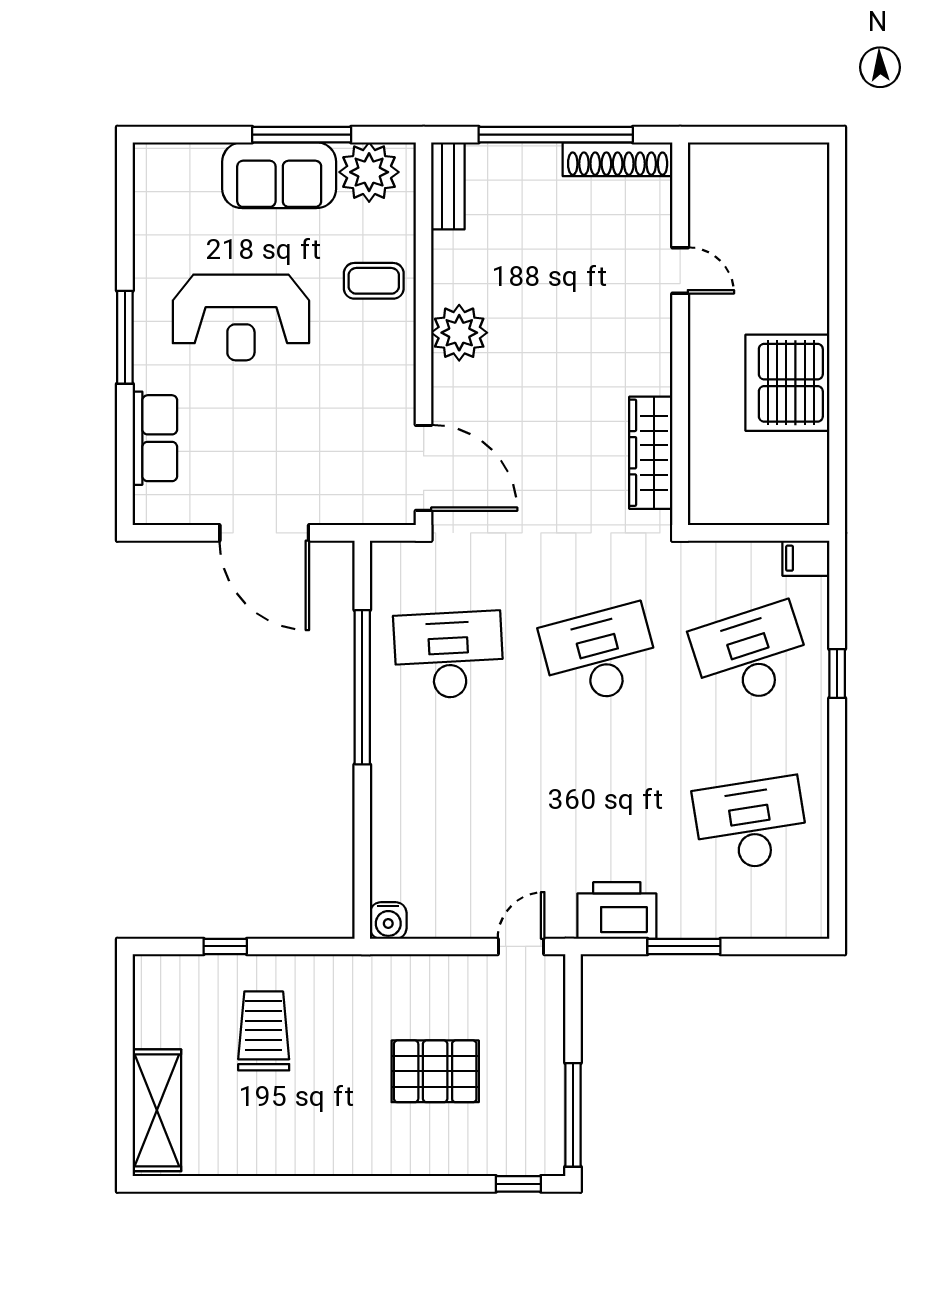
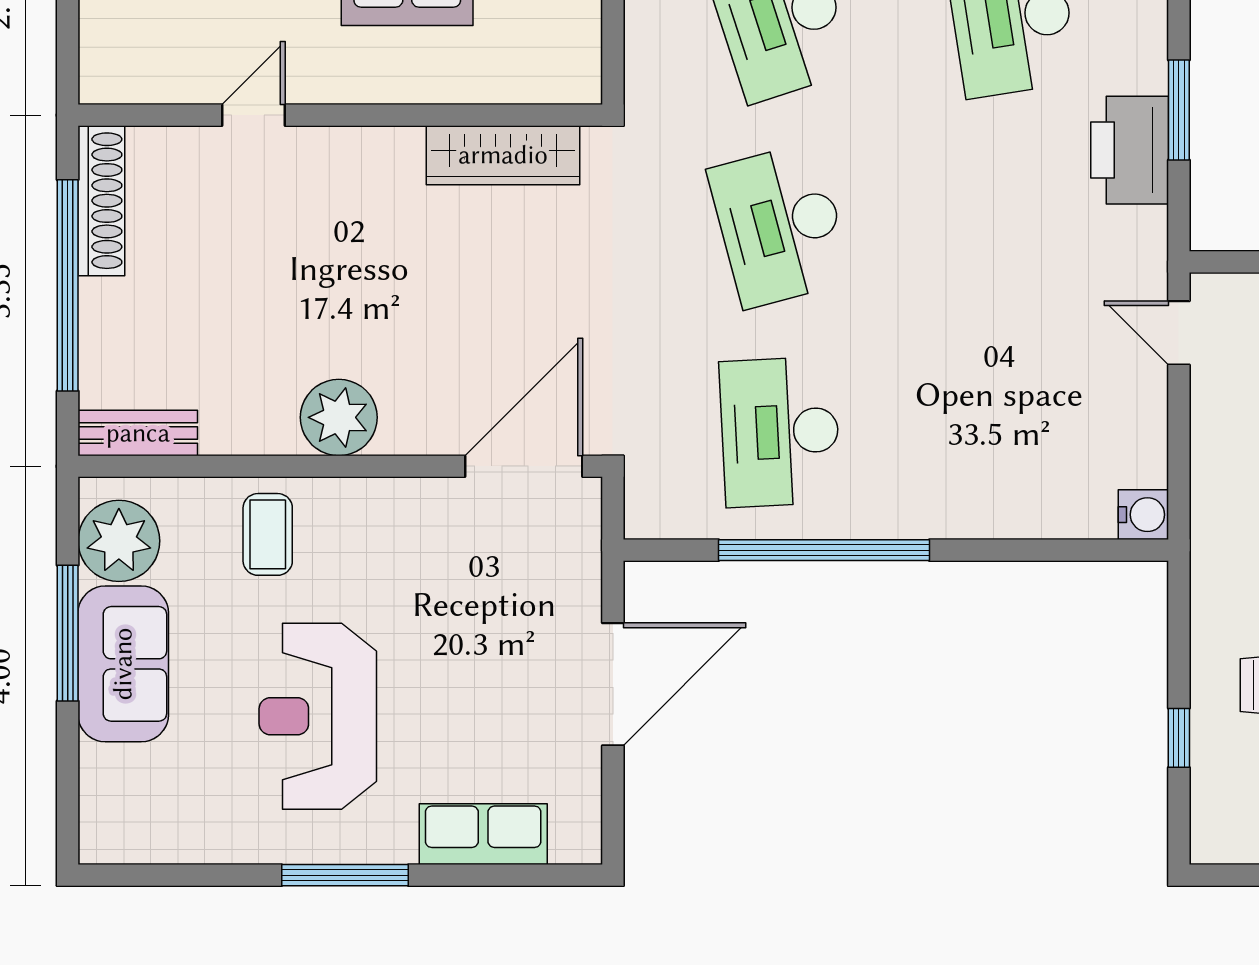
reception desk: (241, 317) -> (318, 716), turned 180
printer: (617, 910) -> (1130, 150), moved

